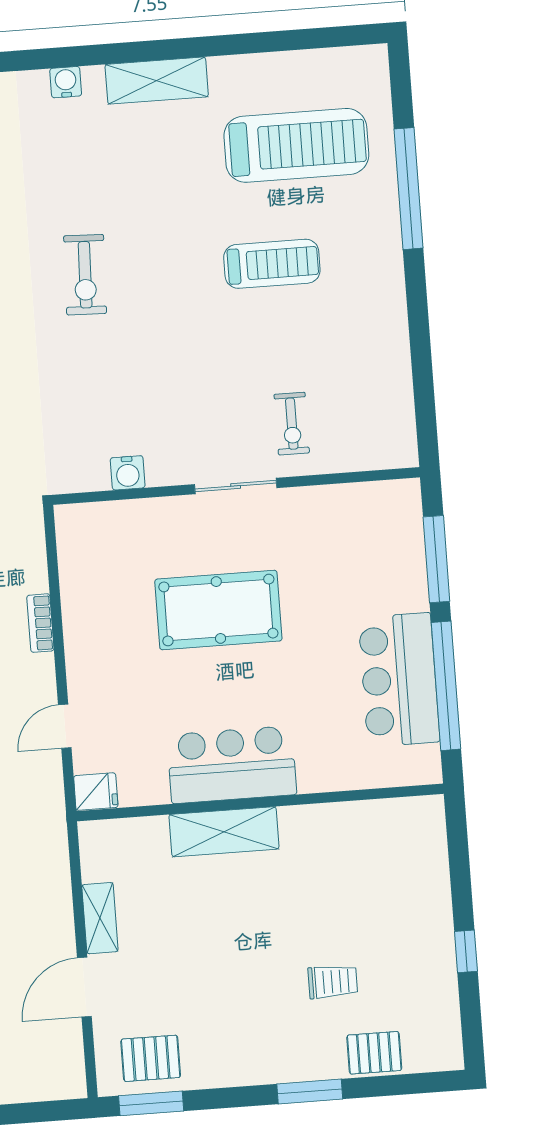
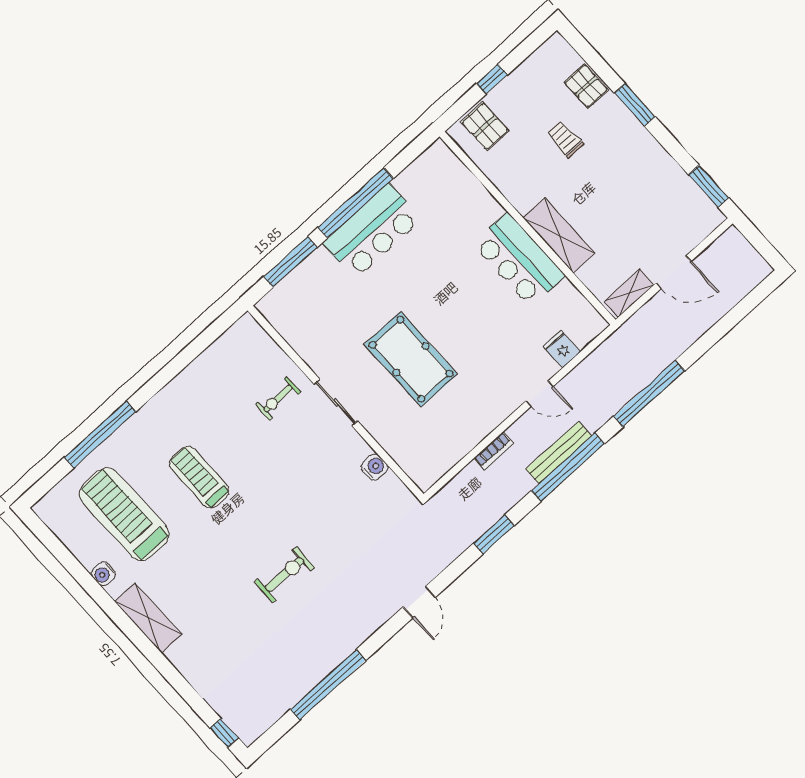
water cooler: (66, 82) -> (103, 574), moved
exercise bike: (292, 424) -> (278, 398), turned 180
bar counter: (232, 765) -> (519, 260), moved
wall: (260, 802) -> (528, 228), moved
shelving: (224, 832) -> (559, 235), moved
pallet: (151, 1058) -> (485, 126), moved

